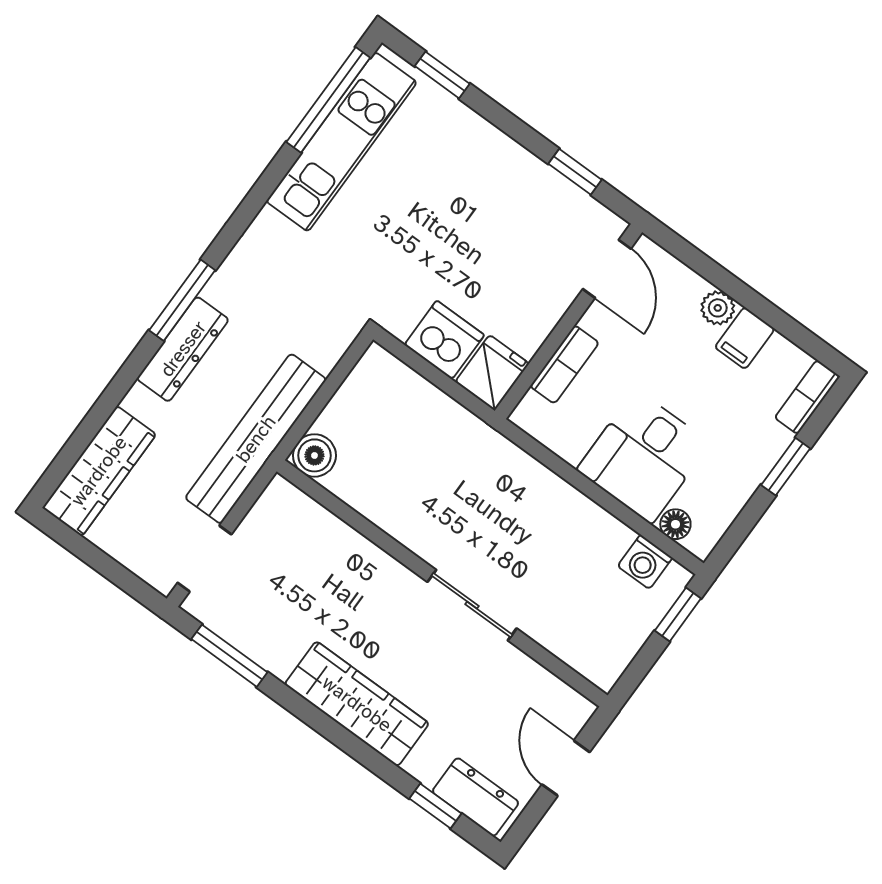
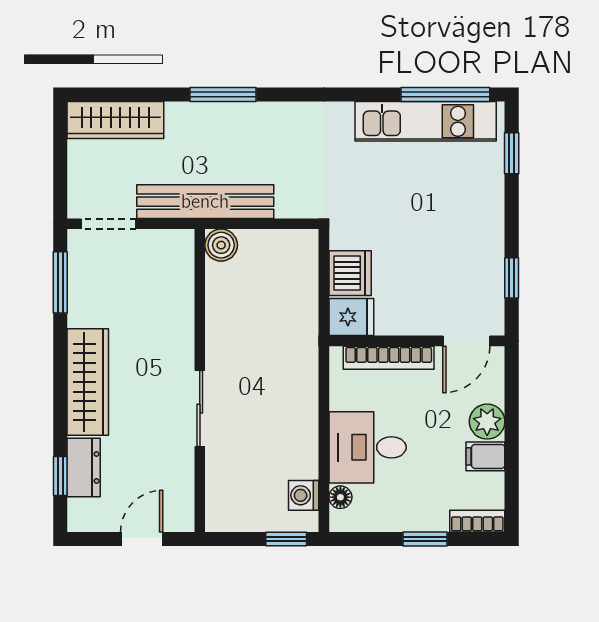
window: (182, 300) -> (223, 95), moved
plant: (718, 308) -> (487, 422), width x1.38, depth x1.38
dresser: (183, 349) -> (227, 117), removed
bookcase: (564, 364) -> (389, 358), width x1.56
dresser: (476, 797) -> (84, 468), moved

